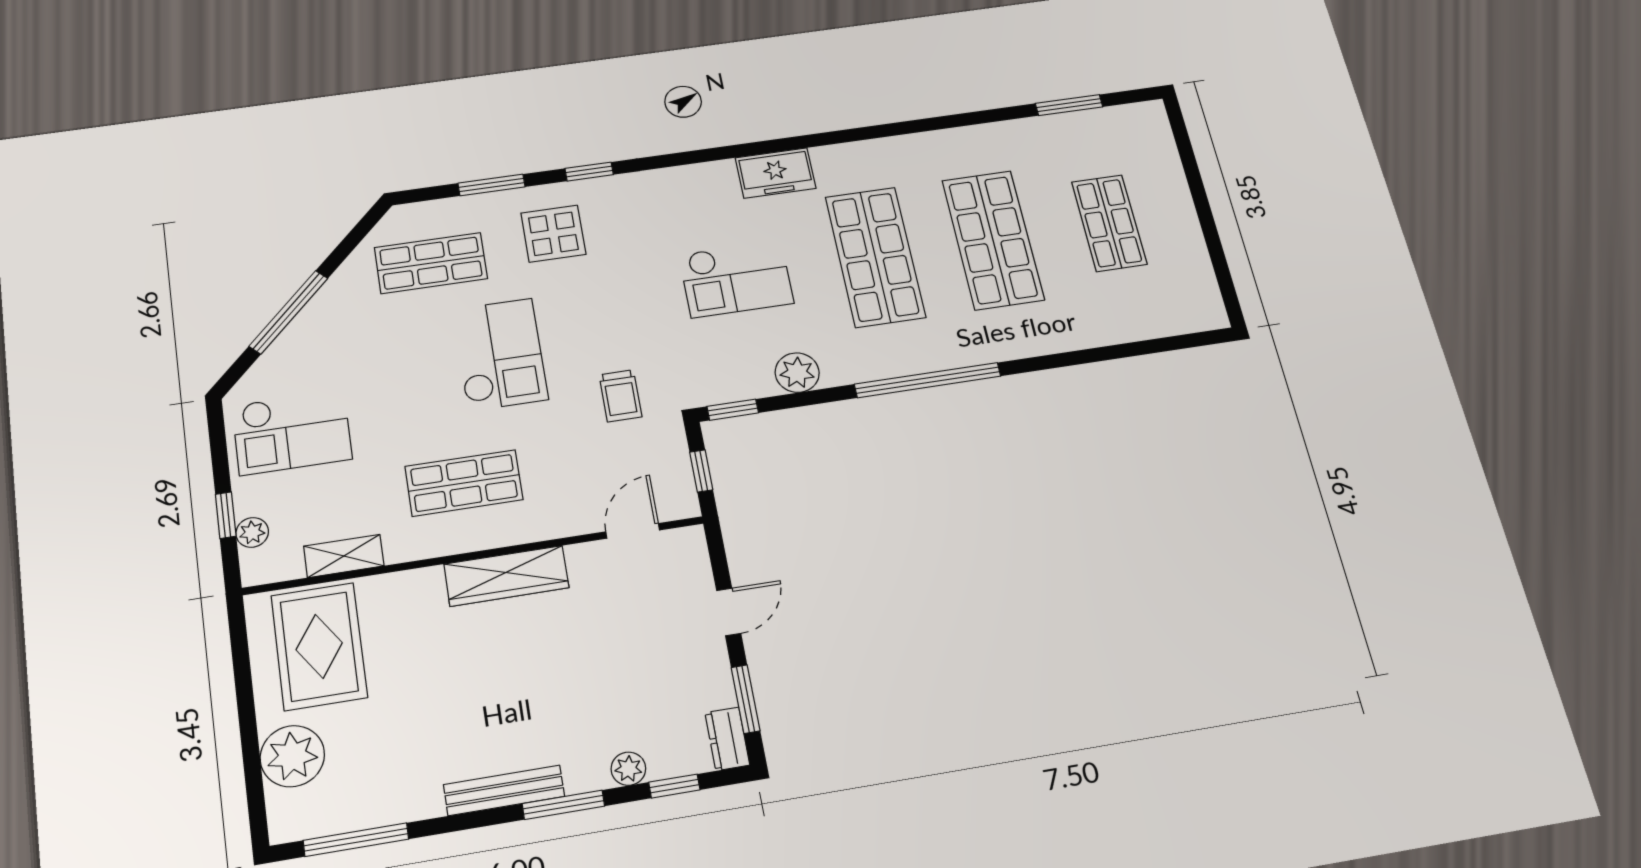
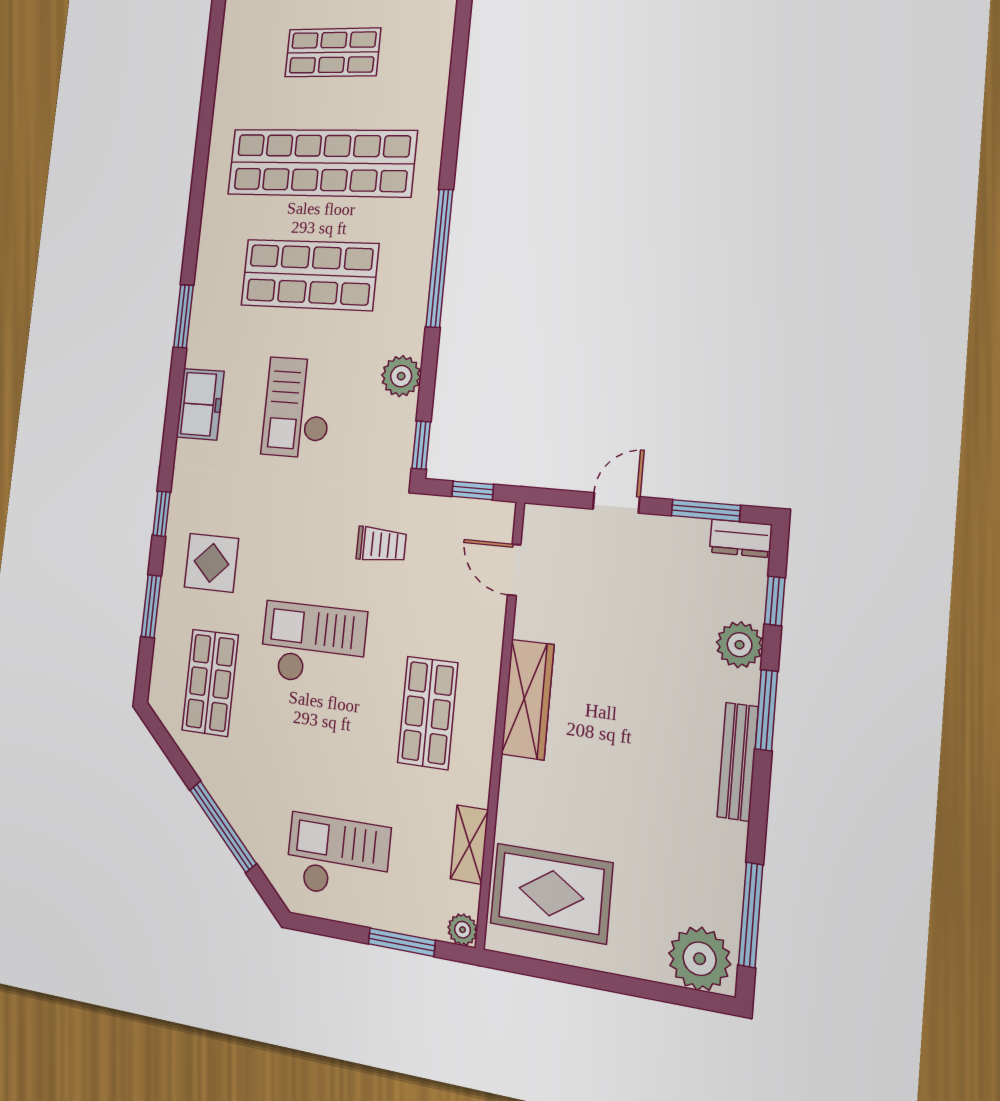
window: (1069, 105) -> (184, 316), moved
freezer: (776, 173) -> (200, 404), moved
shop shelf: (993, 240) -> (321, 163), width x1.40
checkout: (736, 279) -> (297, 408), turned 180
checkout: (292, 432) -> (338, 857), turned -90
window: (226, 515) -> (402, 942), width x1.50
plant: (252, 532) -> (463, 930), moved
door: (729, 612) -> (616, 503), hinge flipped
plant: (292, 756) -> (700, 959), moved
plant: (628, 769) -> (740, 645), width x1.38, depth x1.38

